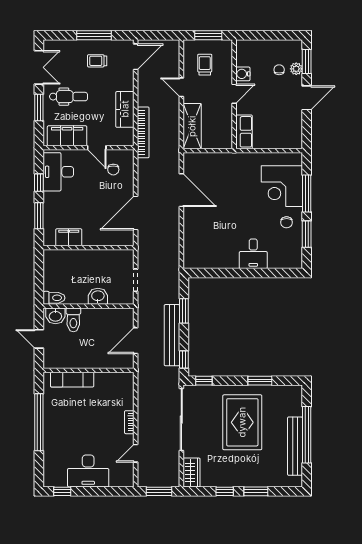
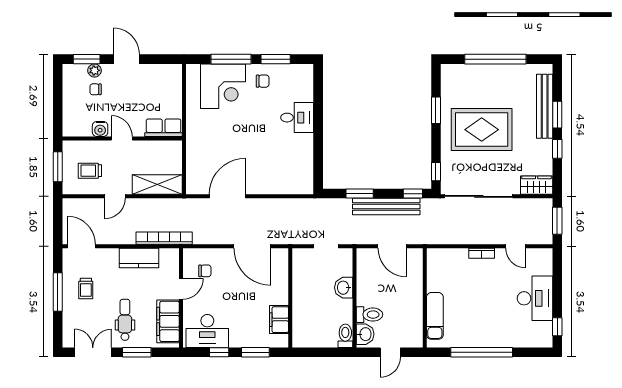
bench: (295, 446) -> (545, 106), moved, turned 90

